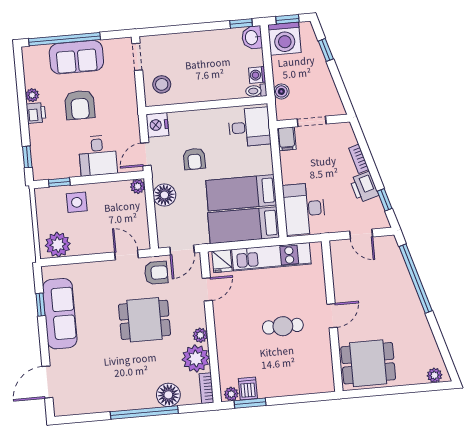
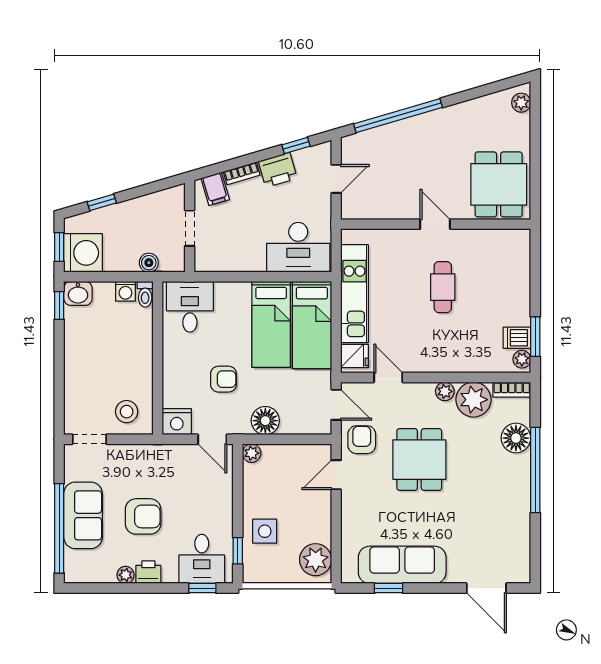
filing cabinet: (287, 139) -> (215, 189), moved, turned 74
desk: (98, 156) -> (202, 559), moved, turned 90

